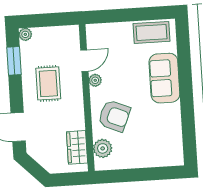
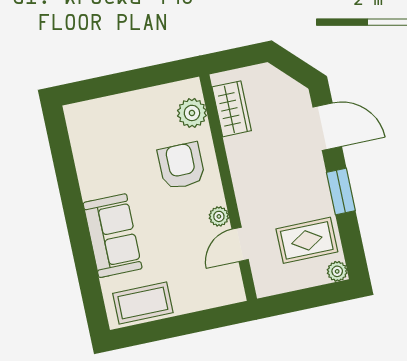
window: (14, 61) -> (341, 191), moved
rug: (48, 83) -> (307, 240), moved, turned 90
armchair: (114, 116) -> (181, 166), turned 67

